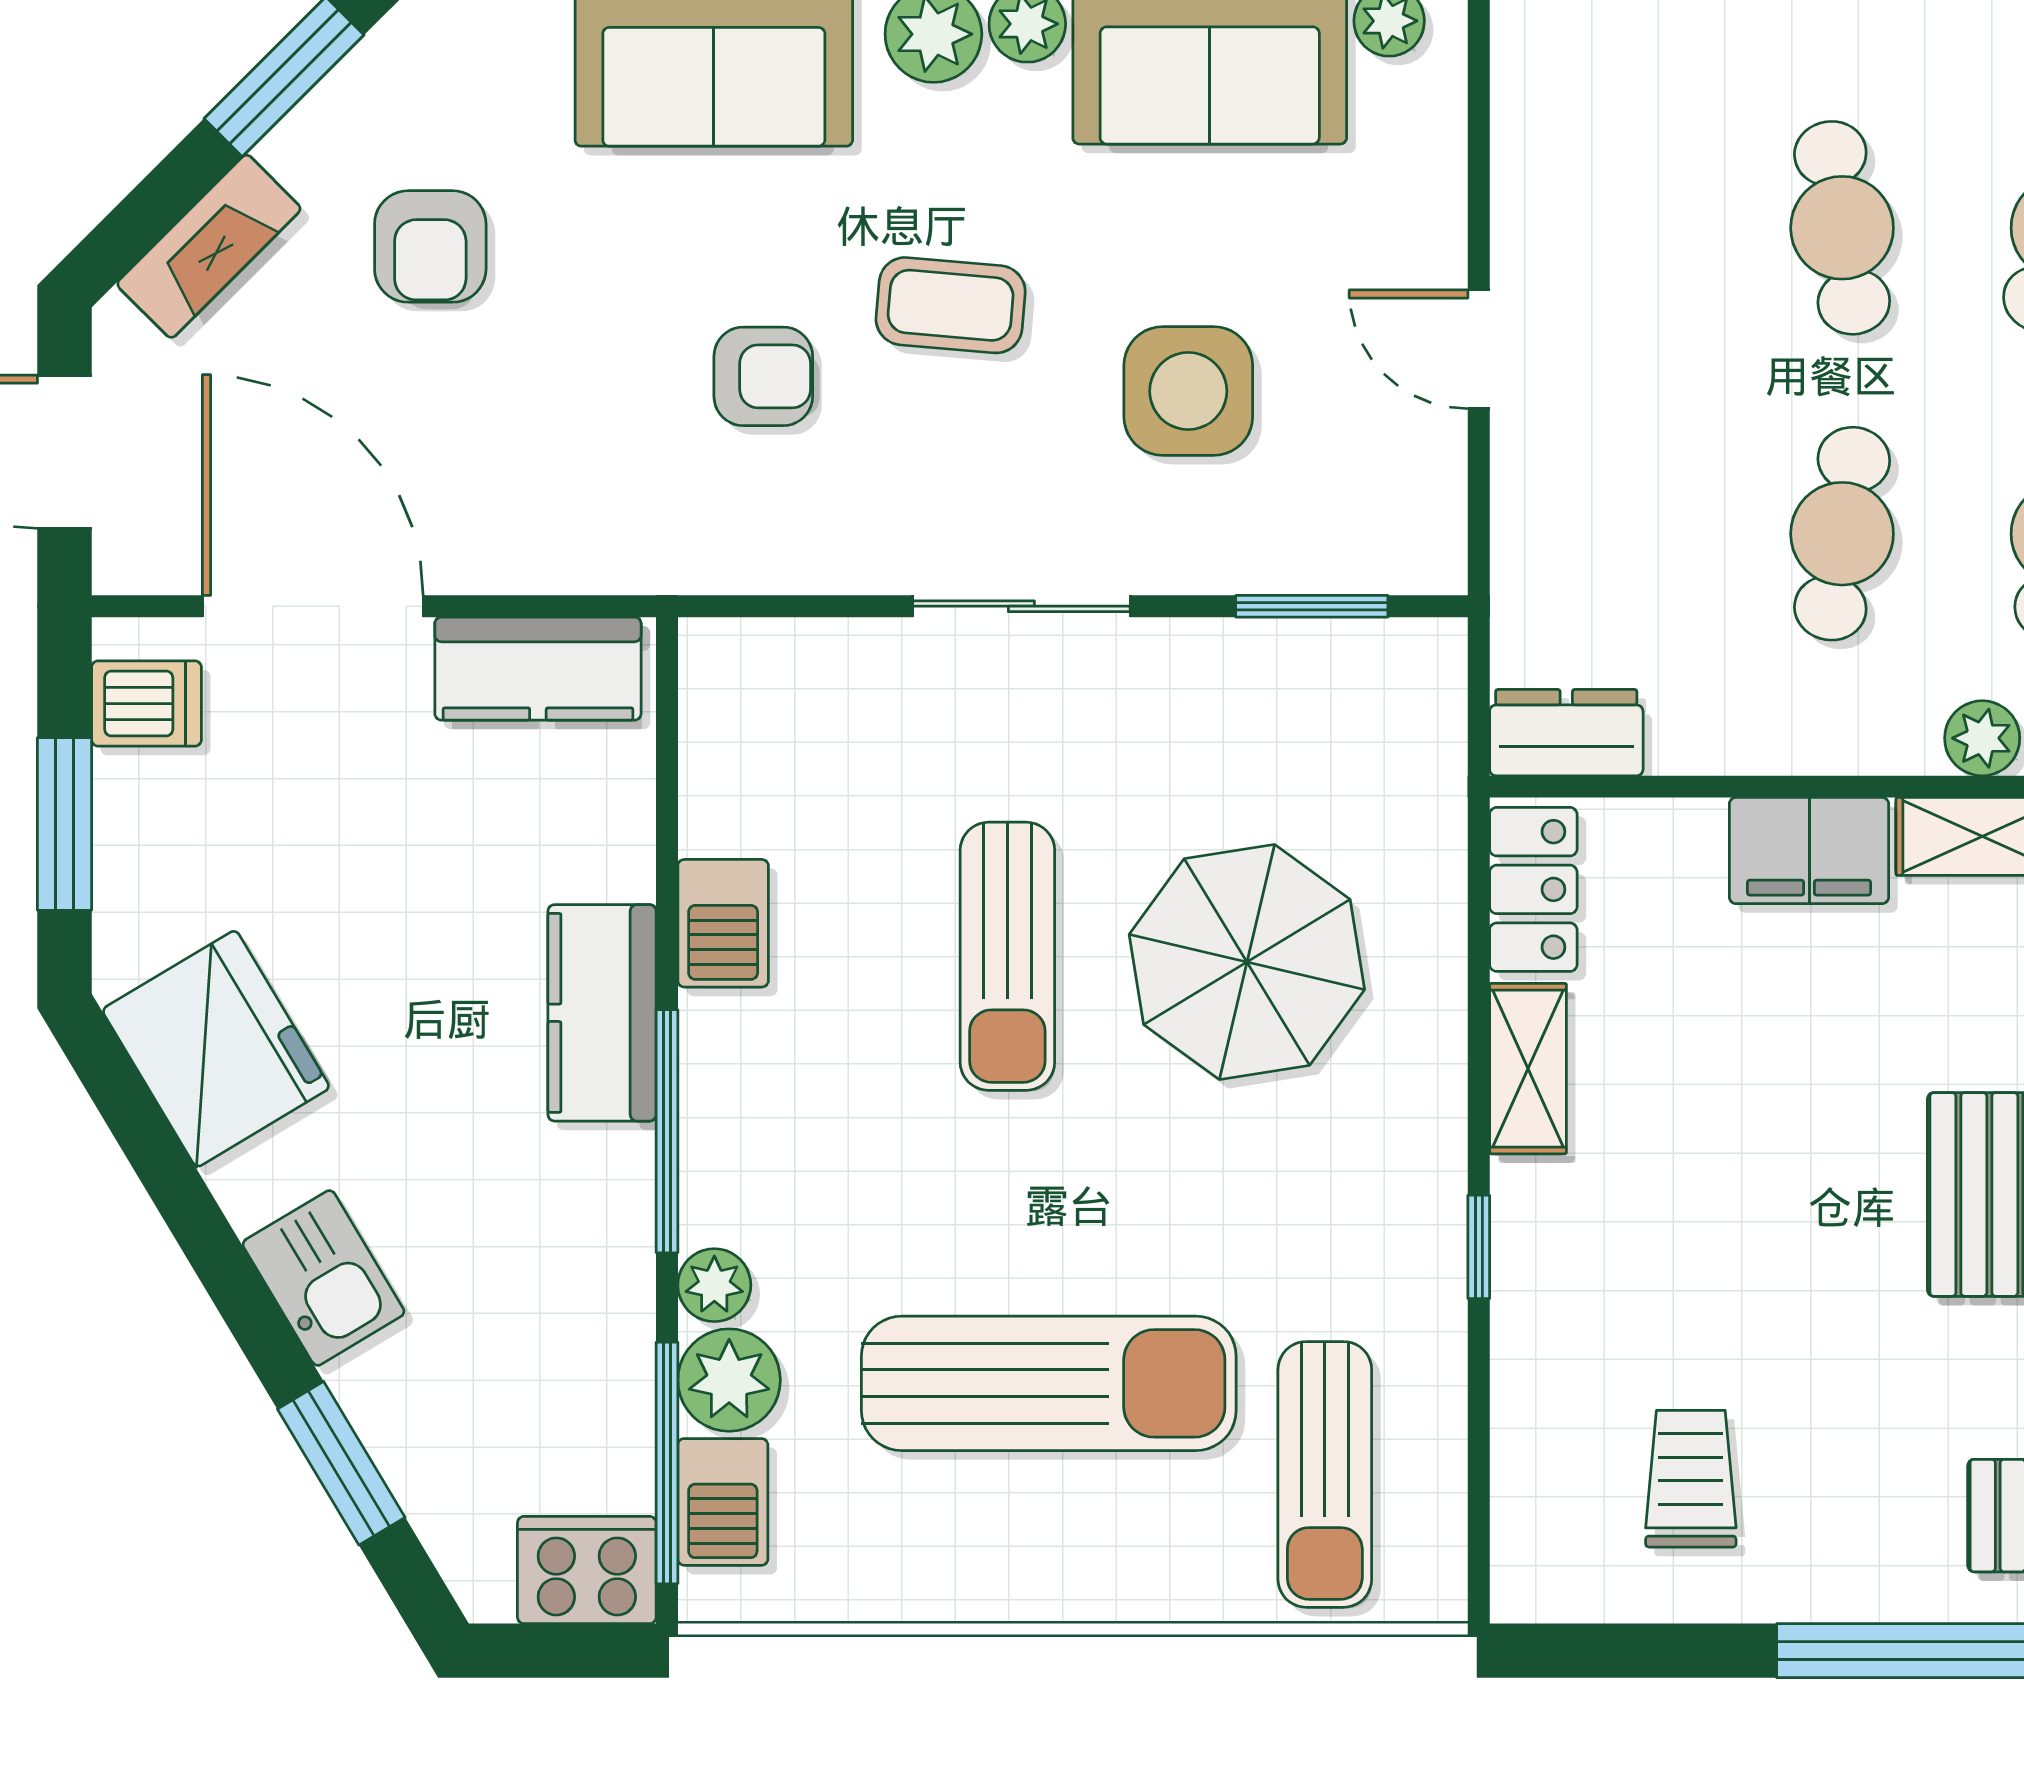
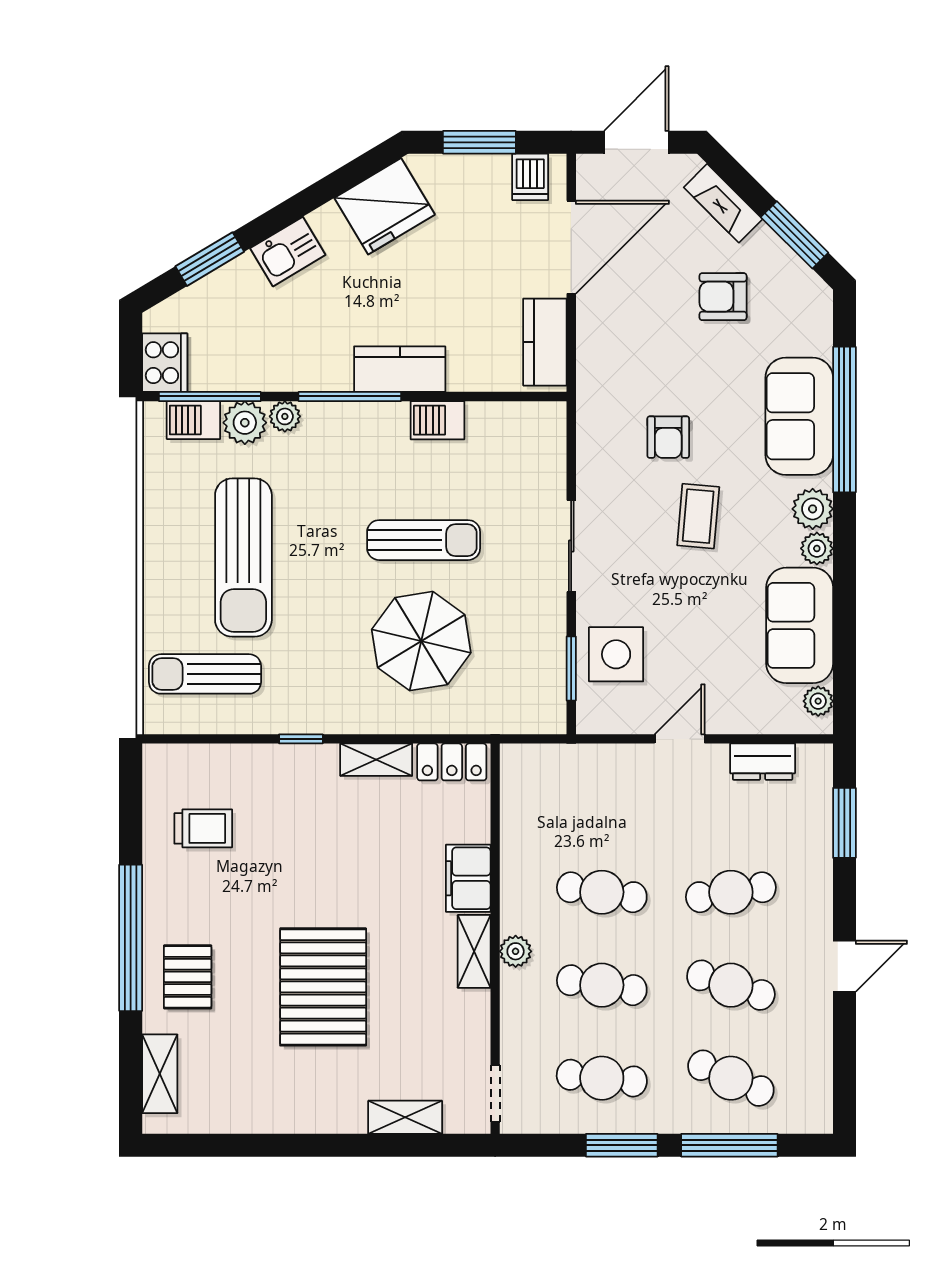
side table: (1188, 391) -> (616, 654), moved
dresser: (1566, 733) -> (763, 762), moved, turned 90
sun lounger: (1007, 956) -> (424, 540), turned 180

